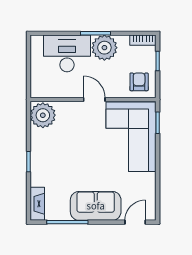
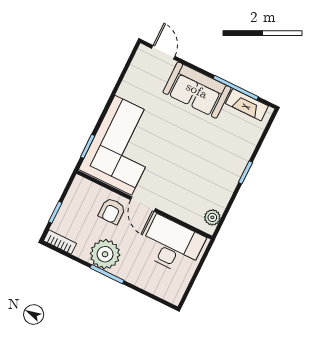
desk: (67, 53) -> (172, 245), moved, turned 180
armchair: (139, 82) -> (112, 211), moved
plant: (43, 115) -> (212, 217), width x0.53, depth x0.53
fireplace: (37, 204) -> (247, 105), moved, turned -90
door: (135, 222) -> (163, 52), swing flipped

